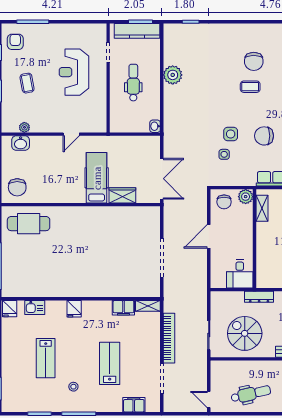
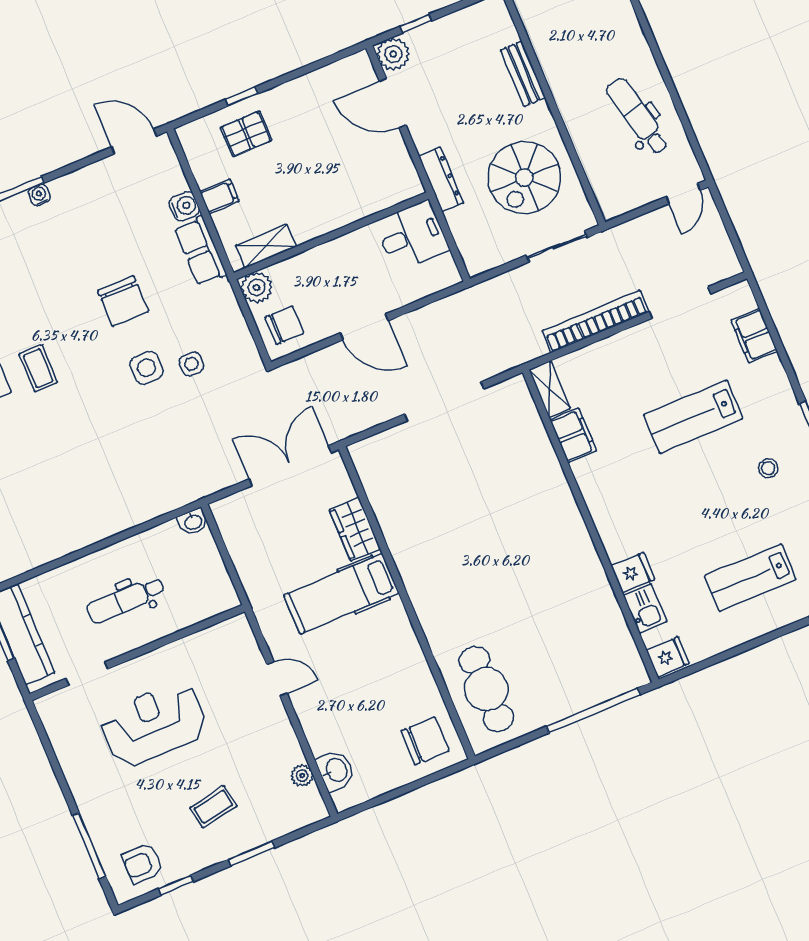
reception desk: (74, 72) -> (154, 724), turned 180
plant: (173, 75) -> (79, 529), removed
fridge: (74, 309) -> (633, 573), moved
lab bench: (46, 358) -> (750, 578), moved, turned 180

